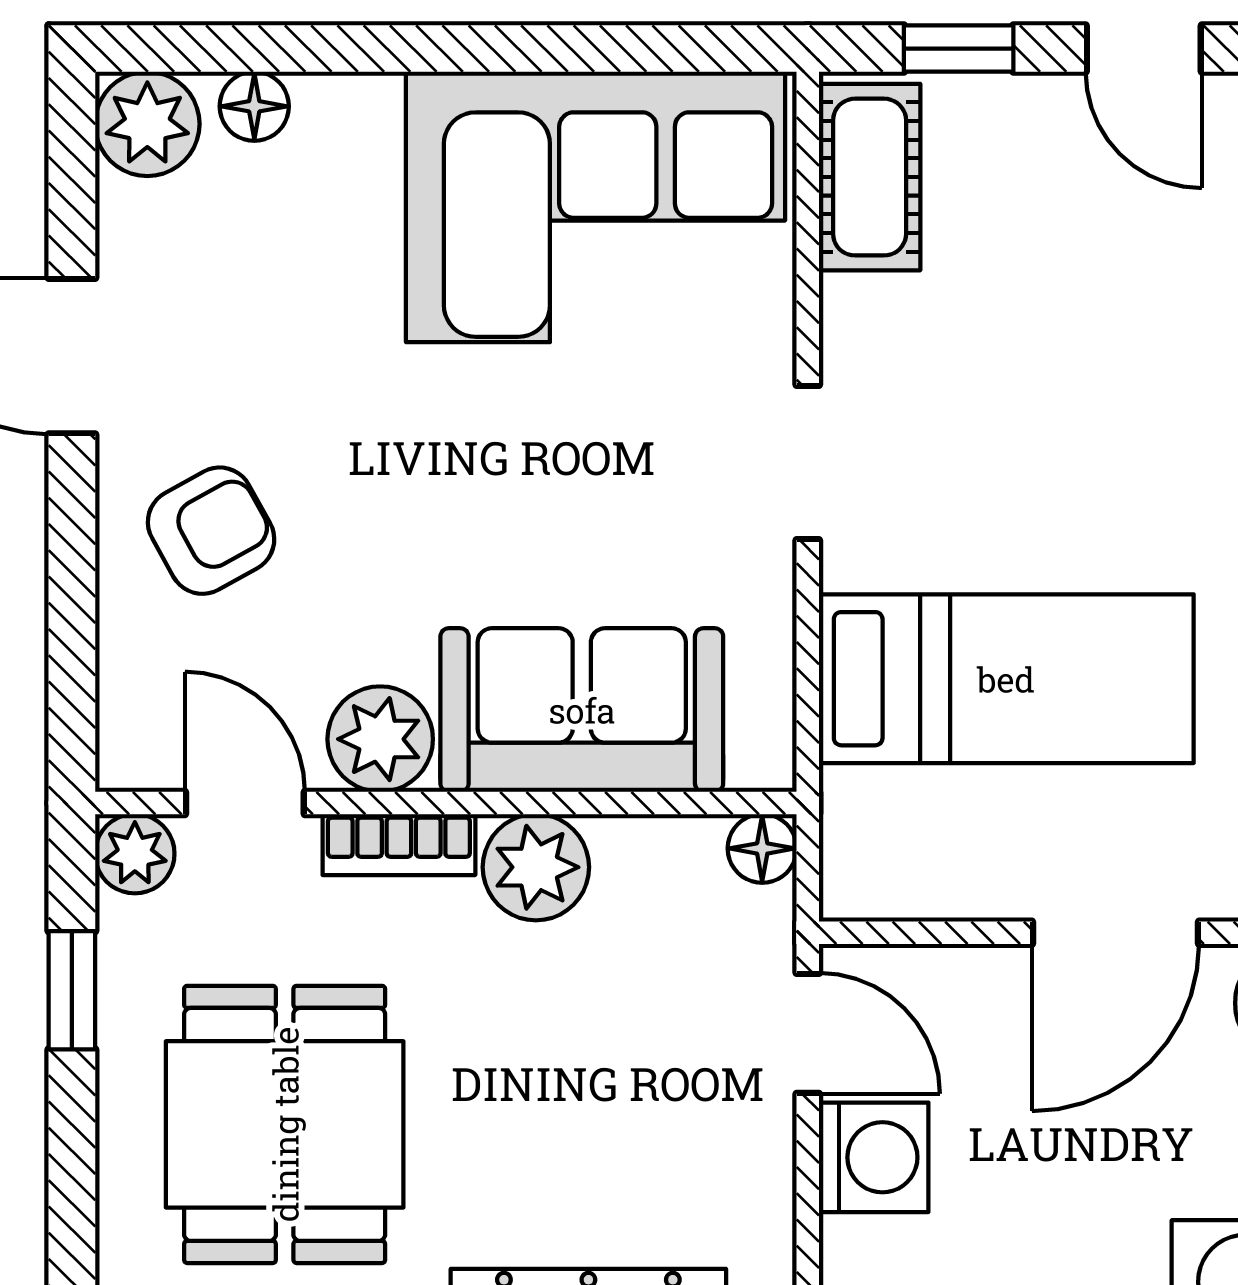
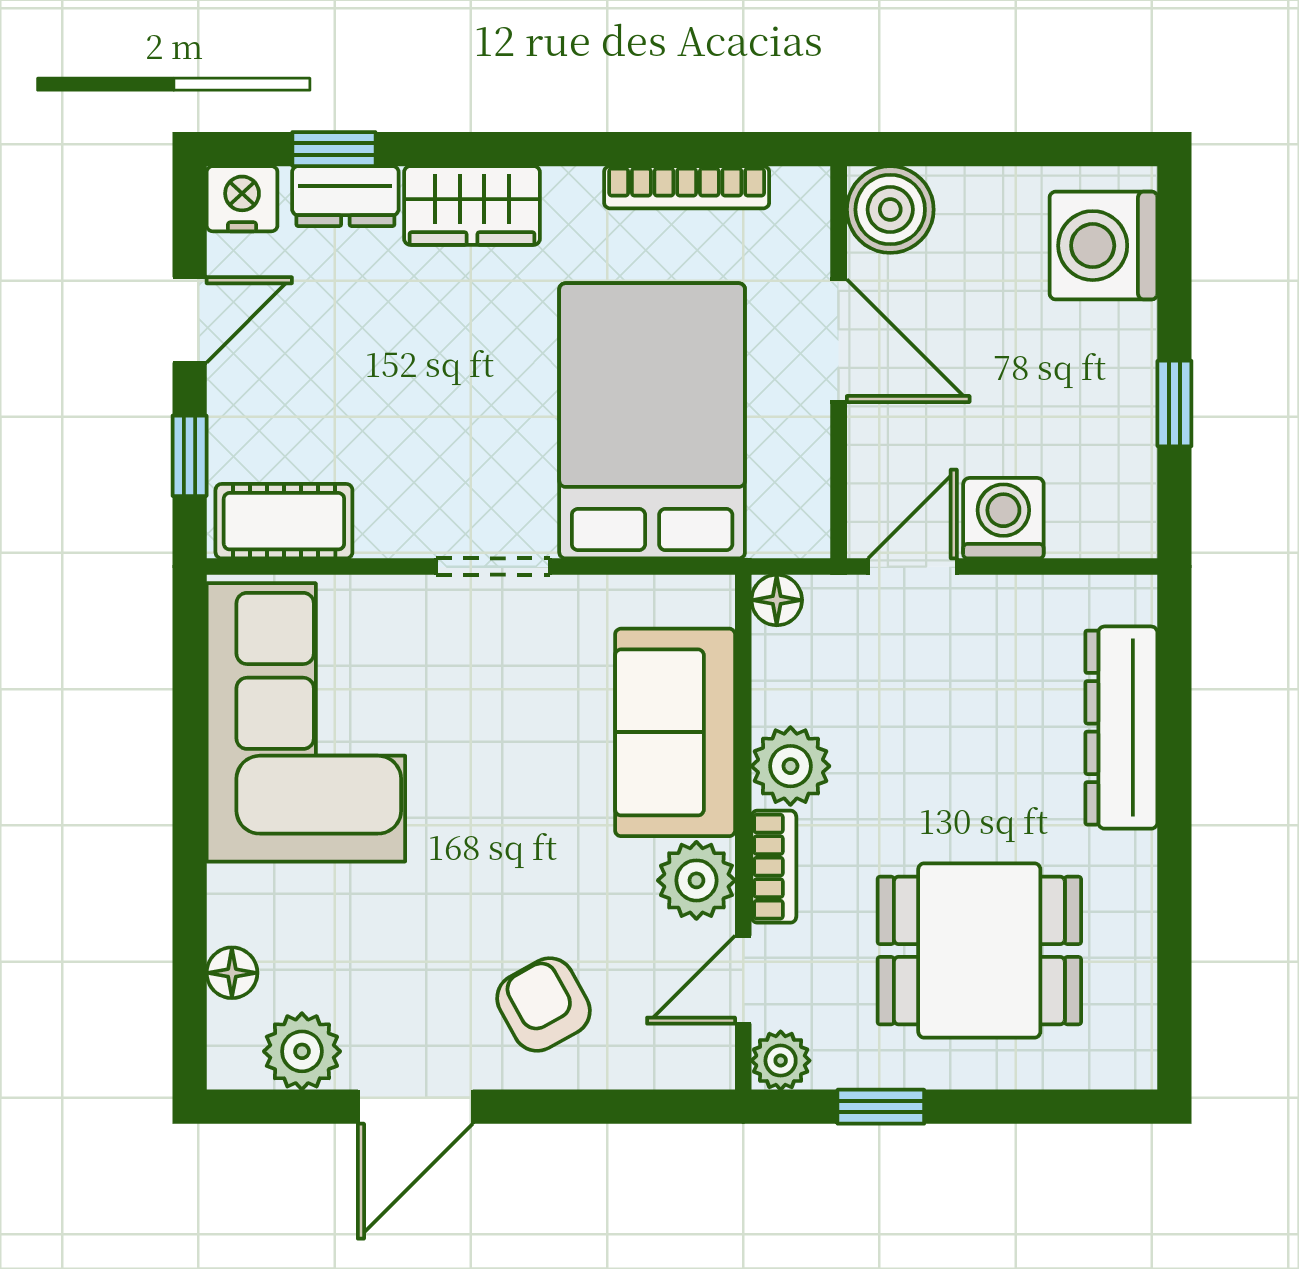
plant: (147, 124) -> (302, 1051), moved
bed: (1006, 679) -> (652, 421), width x1.50

